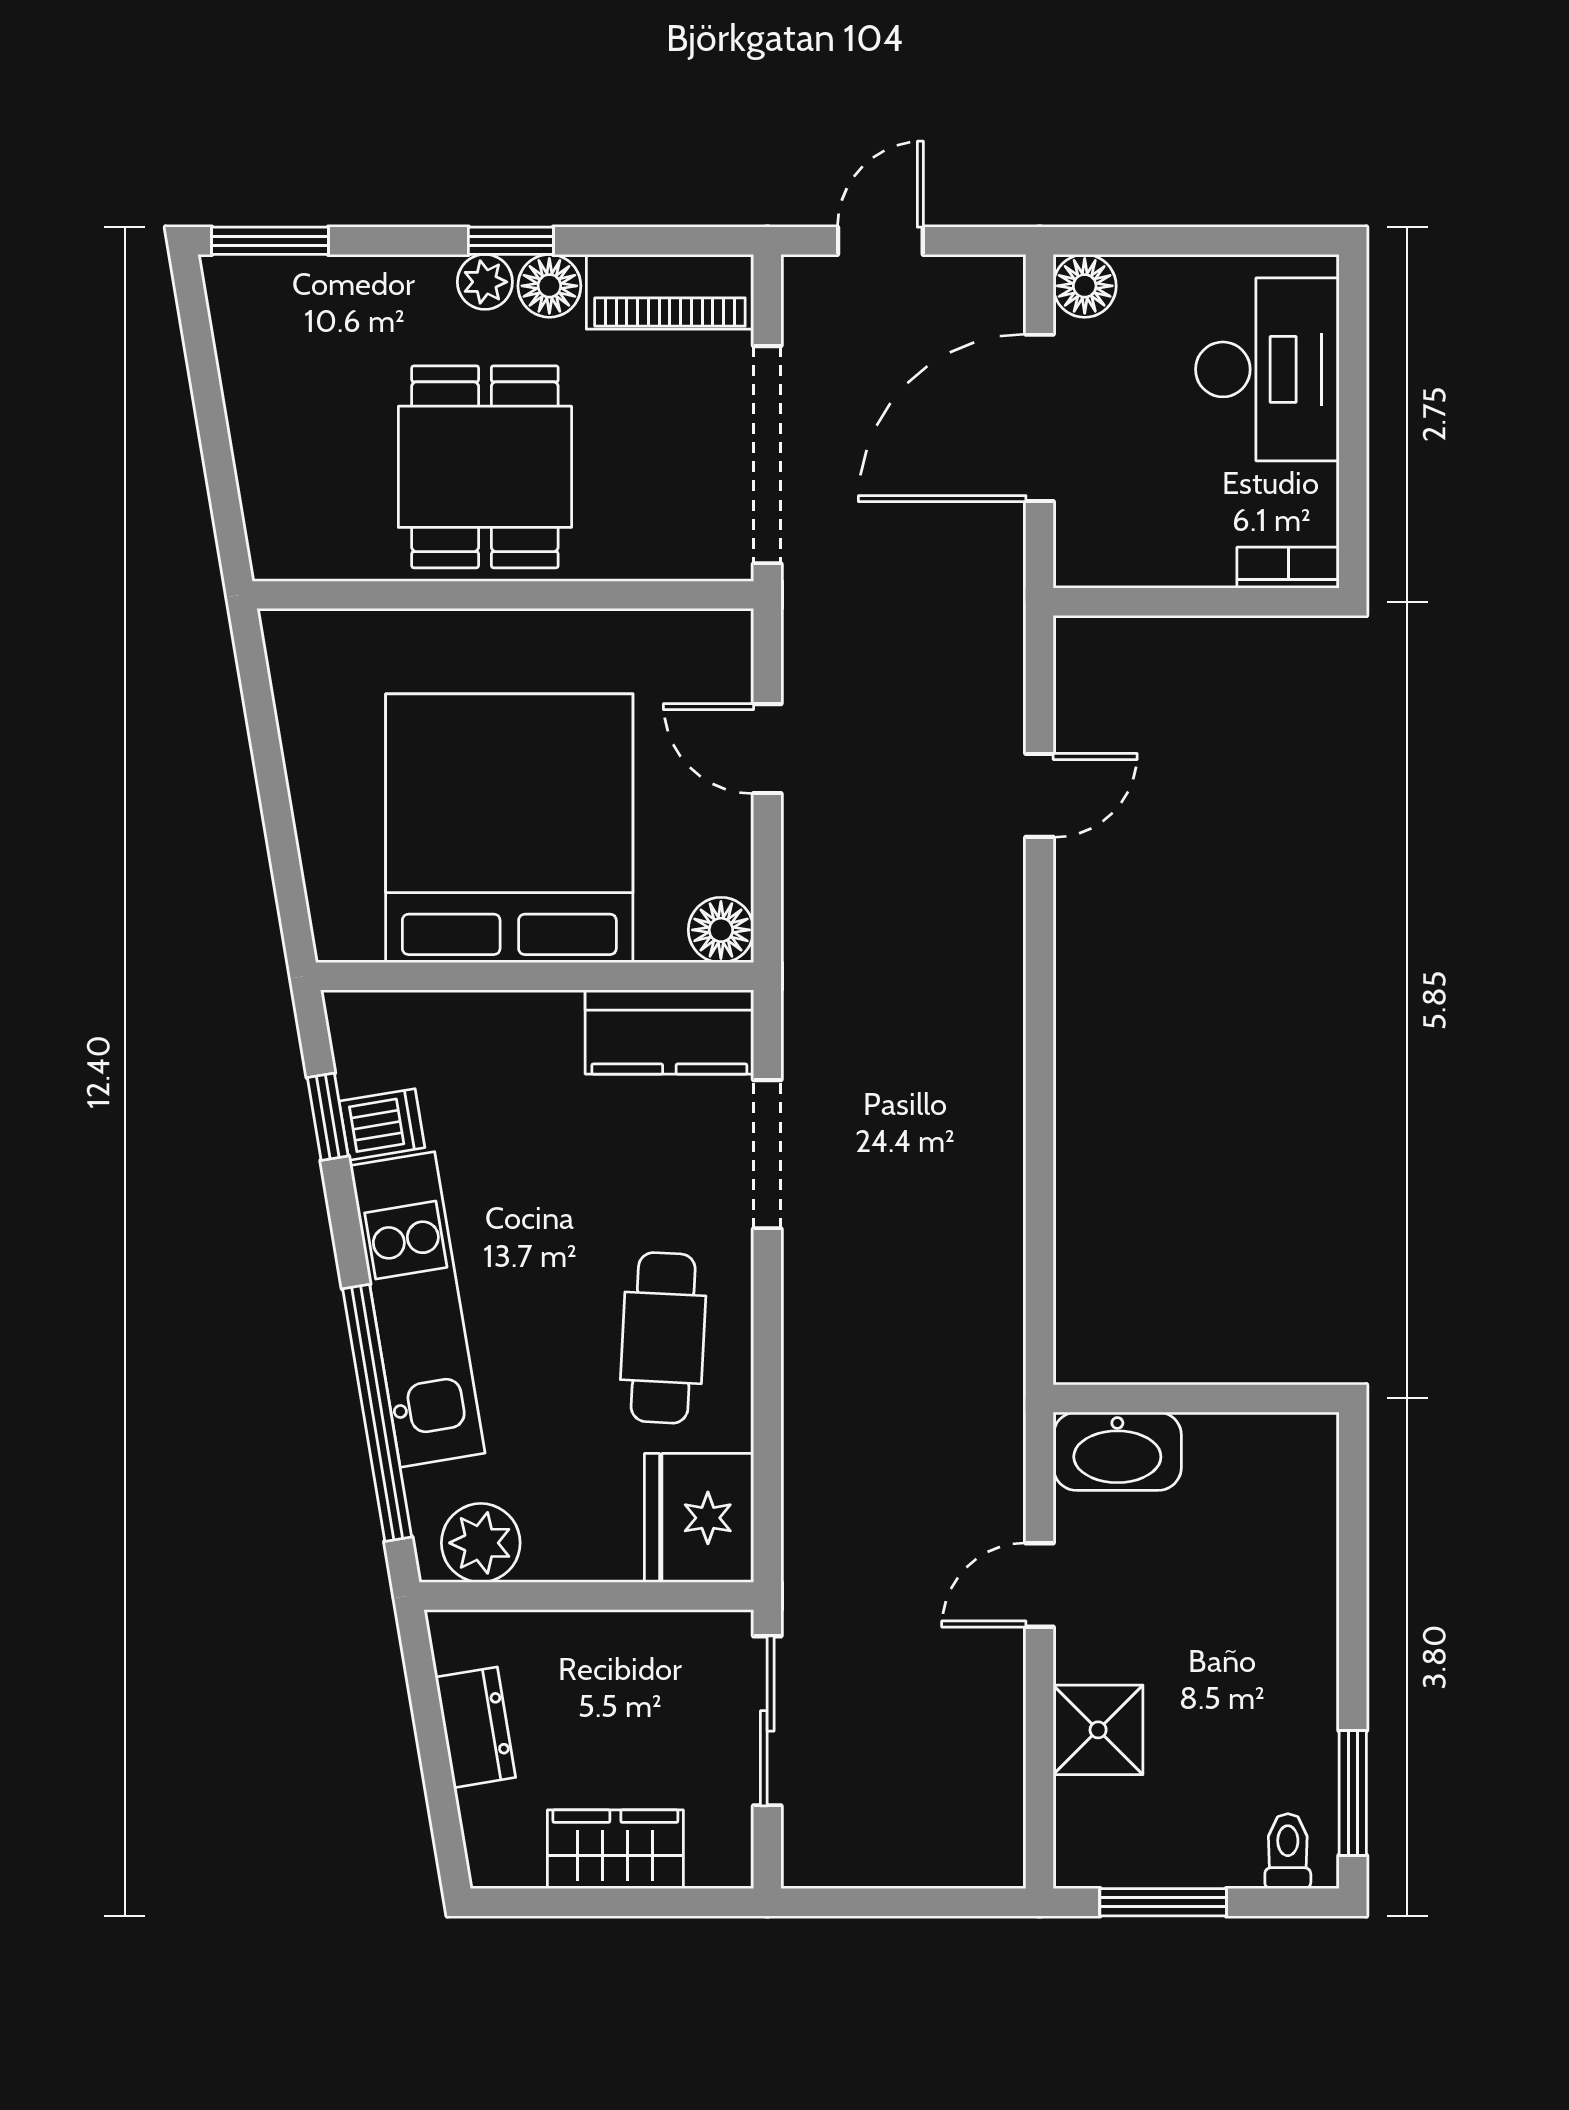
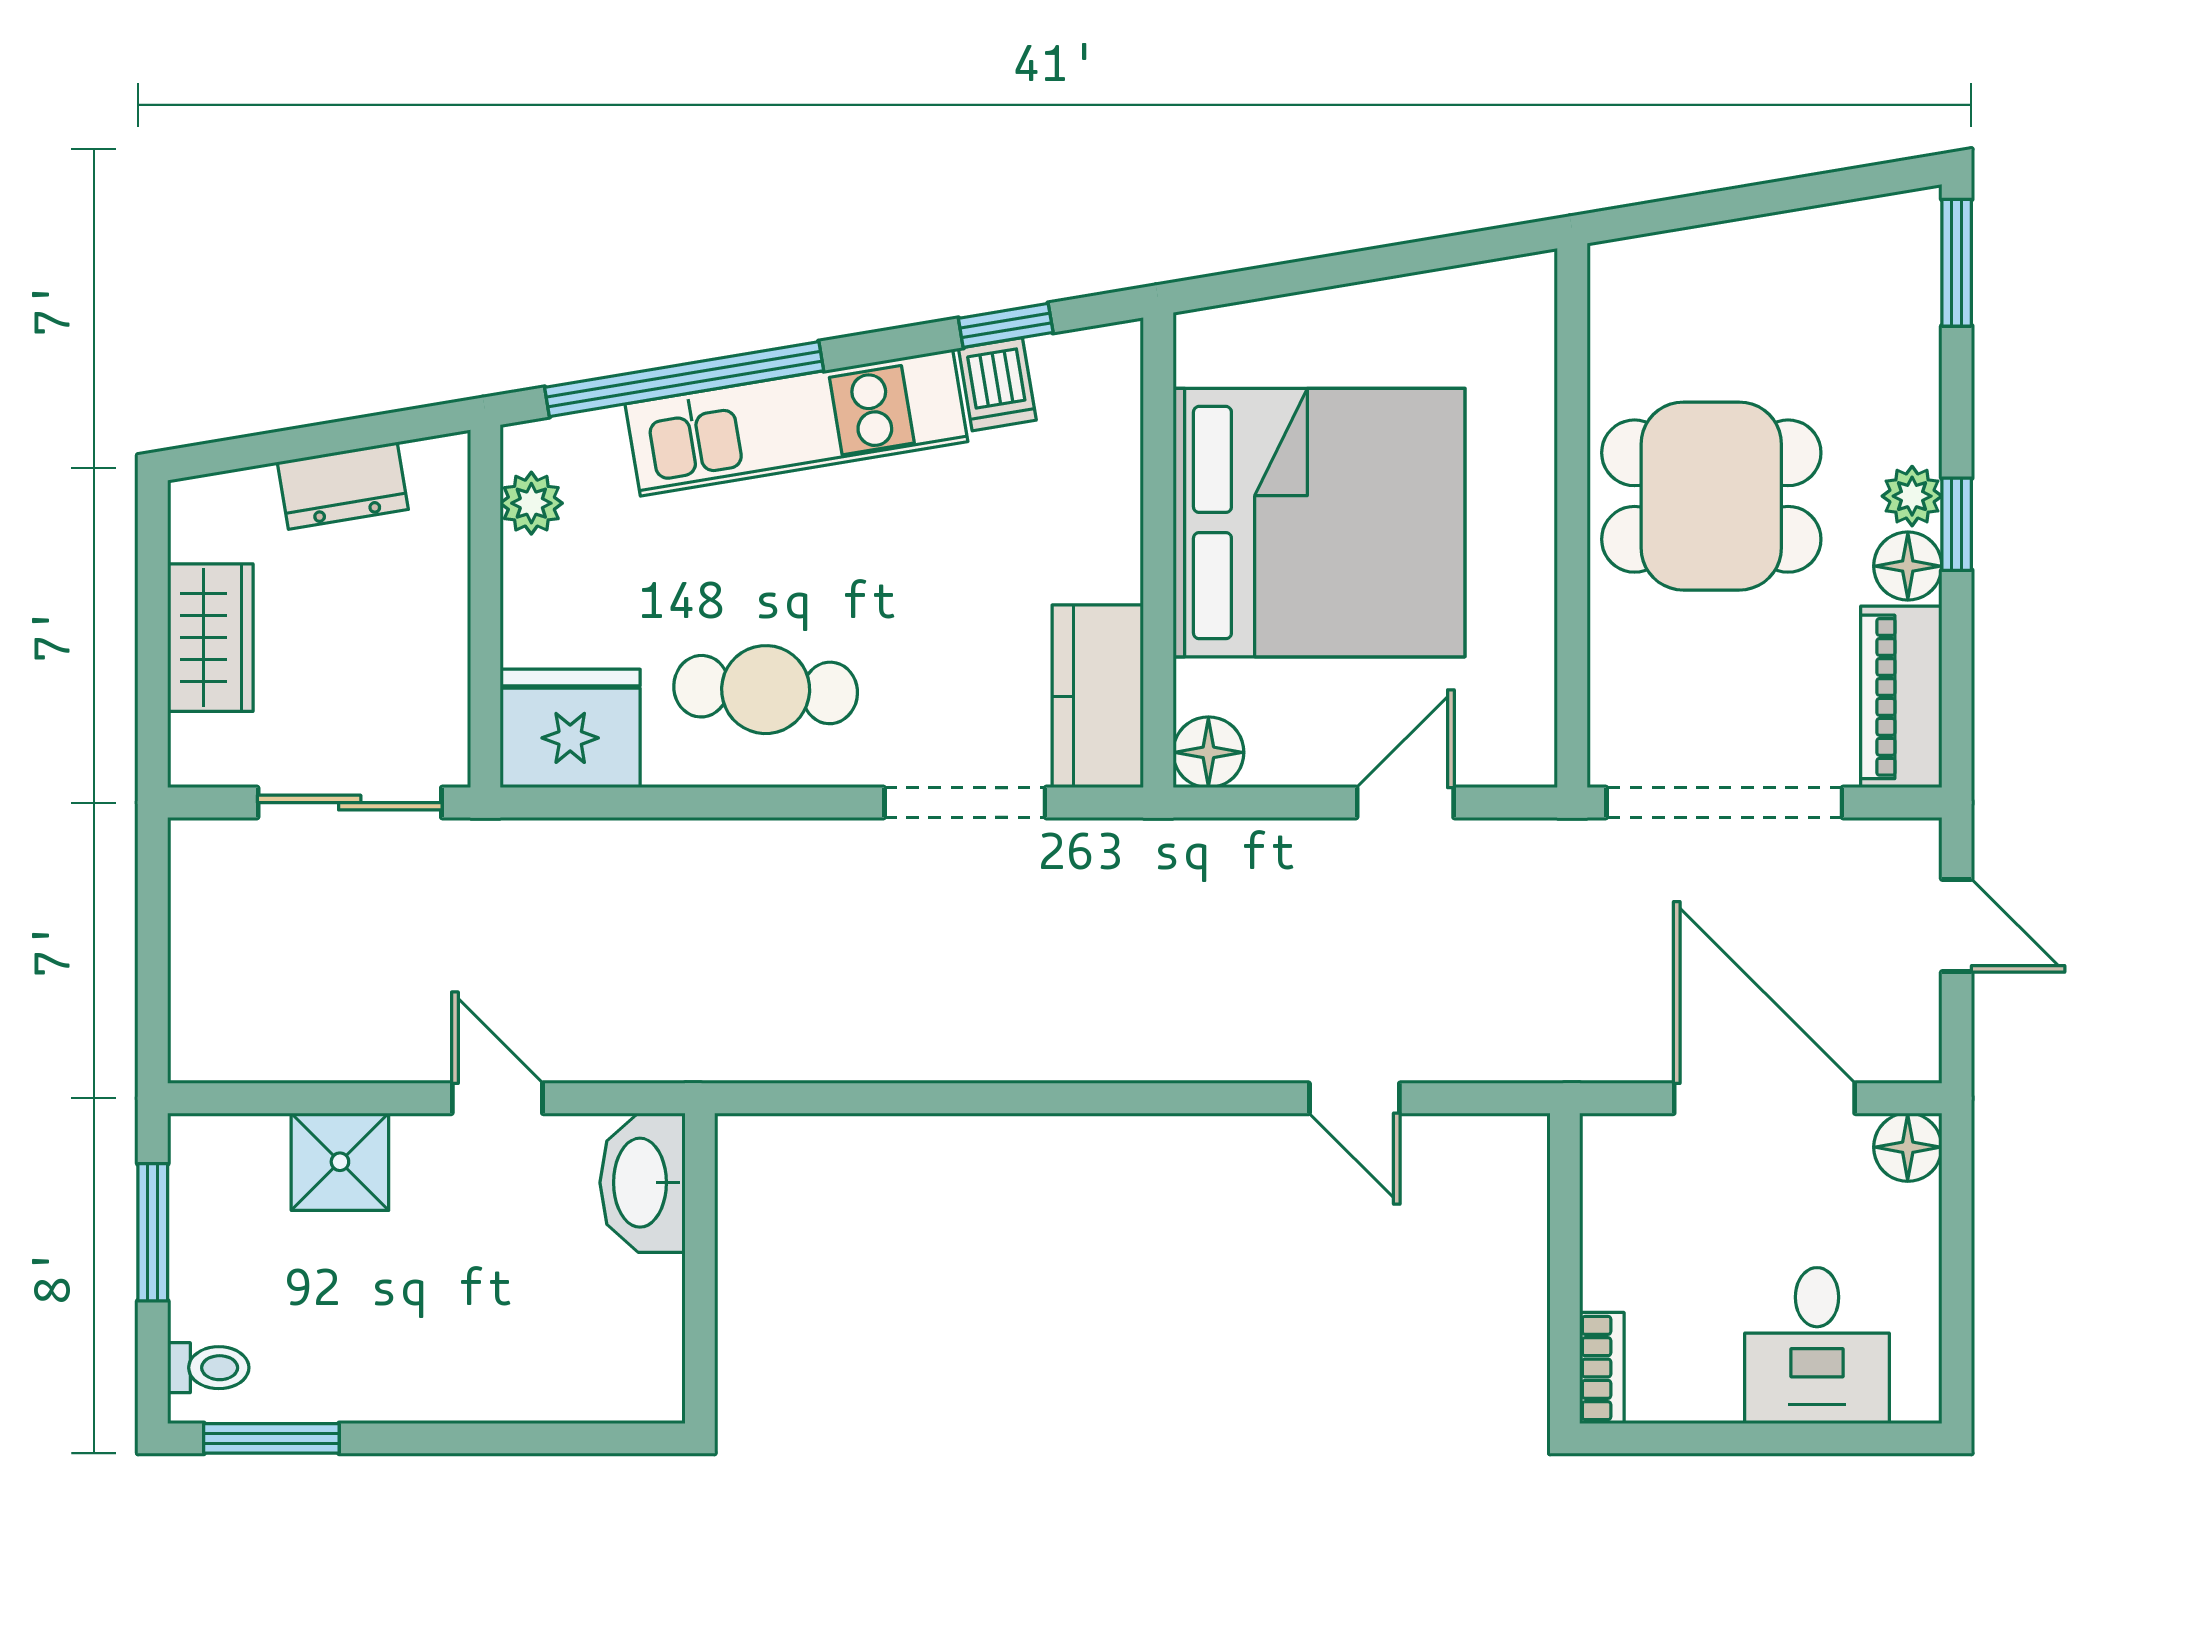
desk: (1267, 369) -> (1817, 1346), width x0.73
plant: (481, 1543) -> (531, 503), width x0.73, depth x0.73

